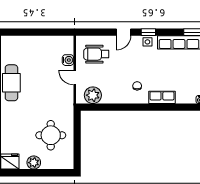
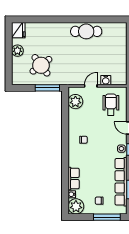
row of seats: (162, 97) -> (74, 179), moved
window: (77, 128) -> (47, 88), added
round table: (51, 135) -> (41, 65), turned -37

